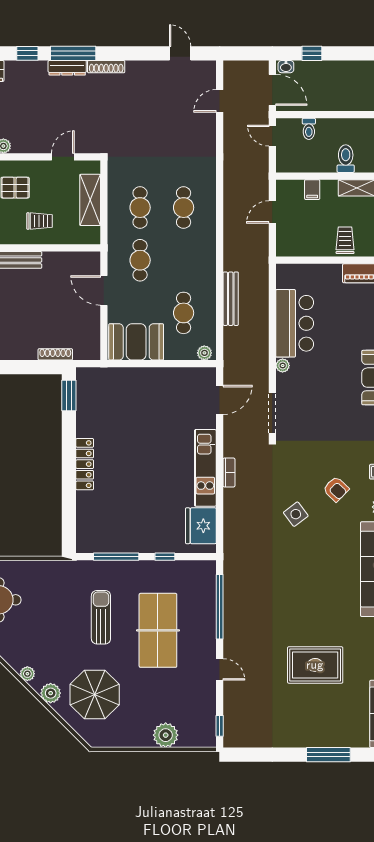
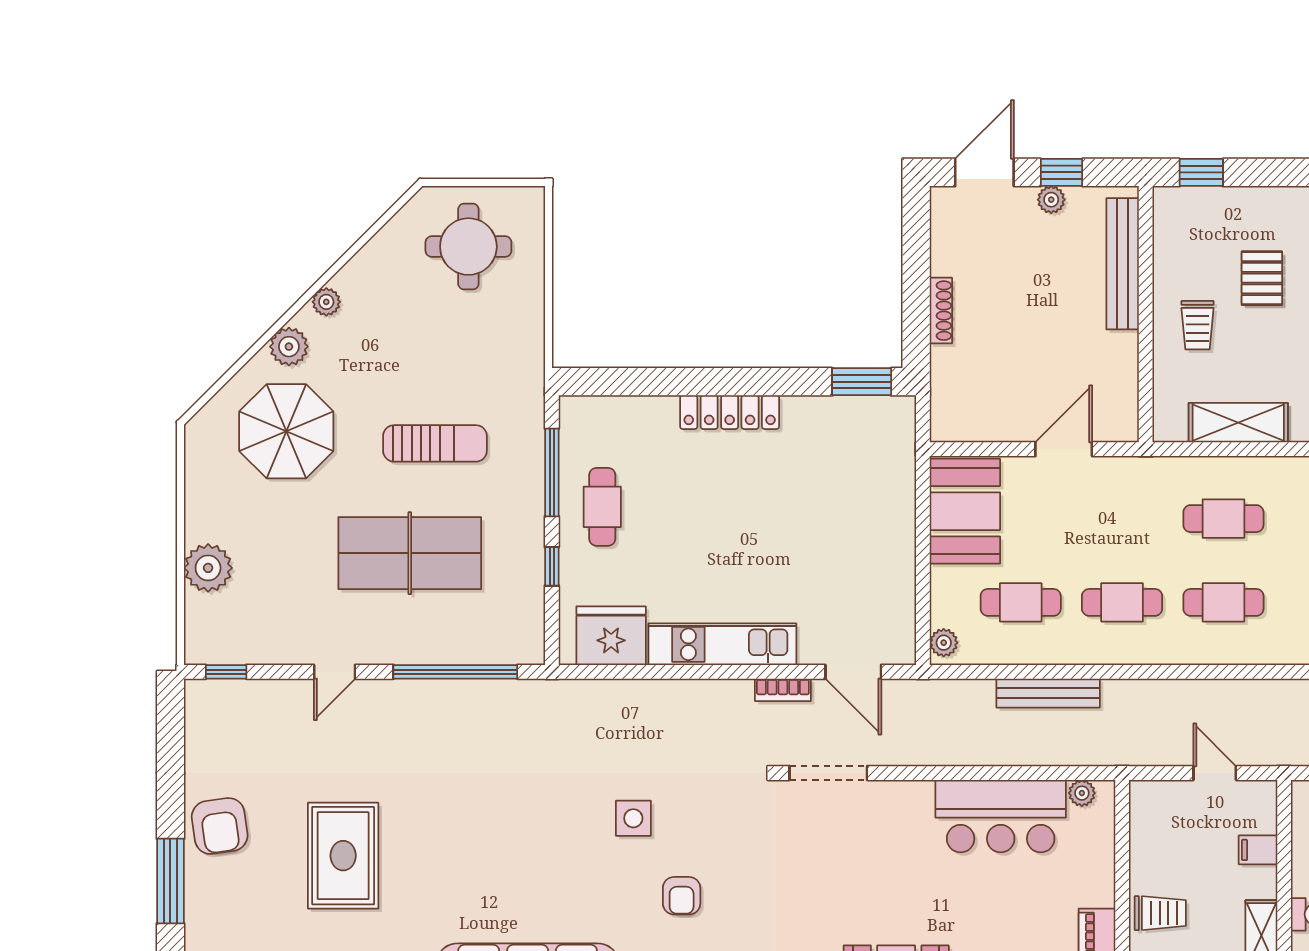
cafe table: (140, 260) -> (1122, 602), moved
shoe rack: (55, 354) -> (941, 311), moved
plant: (283, 366) -> (1082, 793), moved
bookcase: (229, 473) -> (783, 690), moved
armchair: (336, 489) -> (682, 896), turned -44
side table: (296, 514) -> (633, 818), turned 37
cafe table: (134, 530) -> (602, 507), added
armchair: (300, 729) -> (220, 826), added

